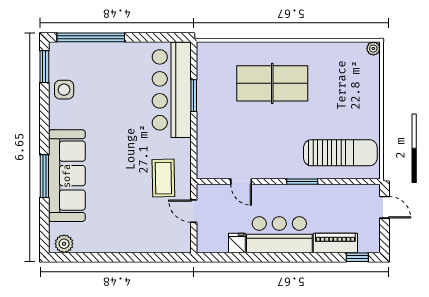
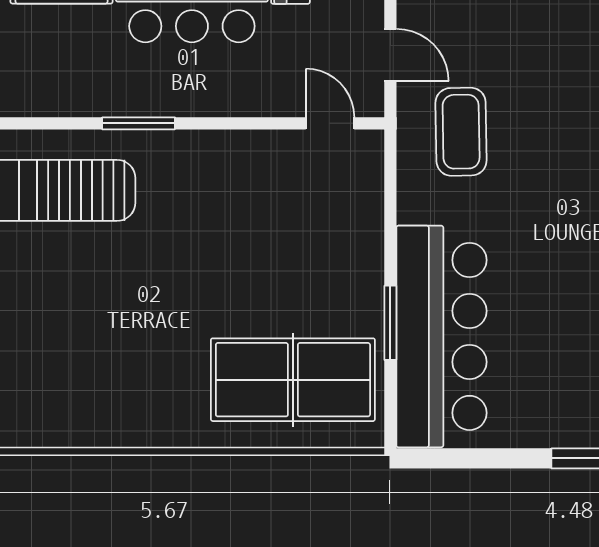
table tennis table: (272, 83) -> (293, 380), moved
door: (241, 182) -> (330, 123), moved

